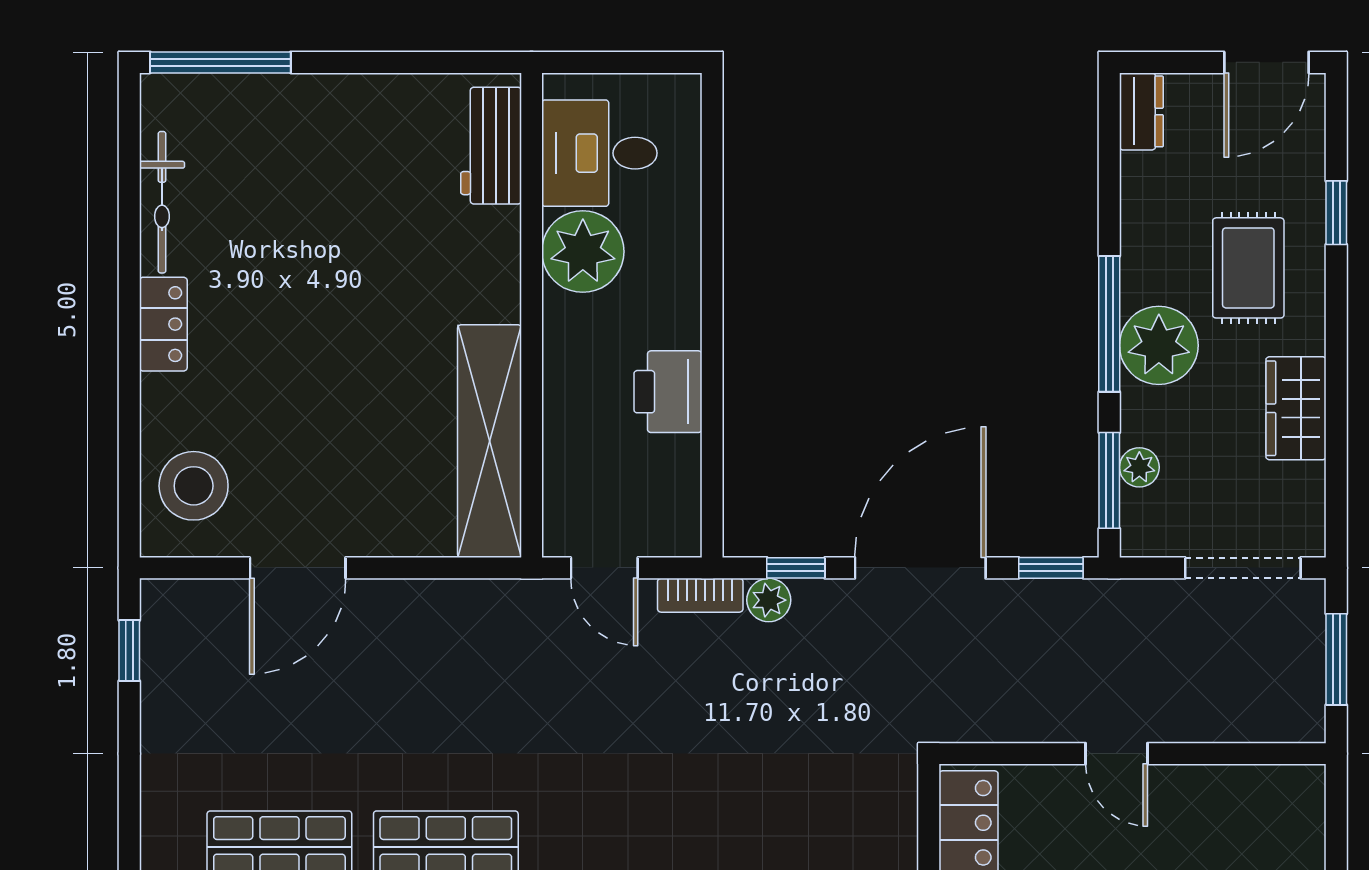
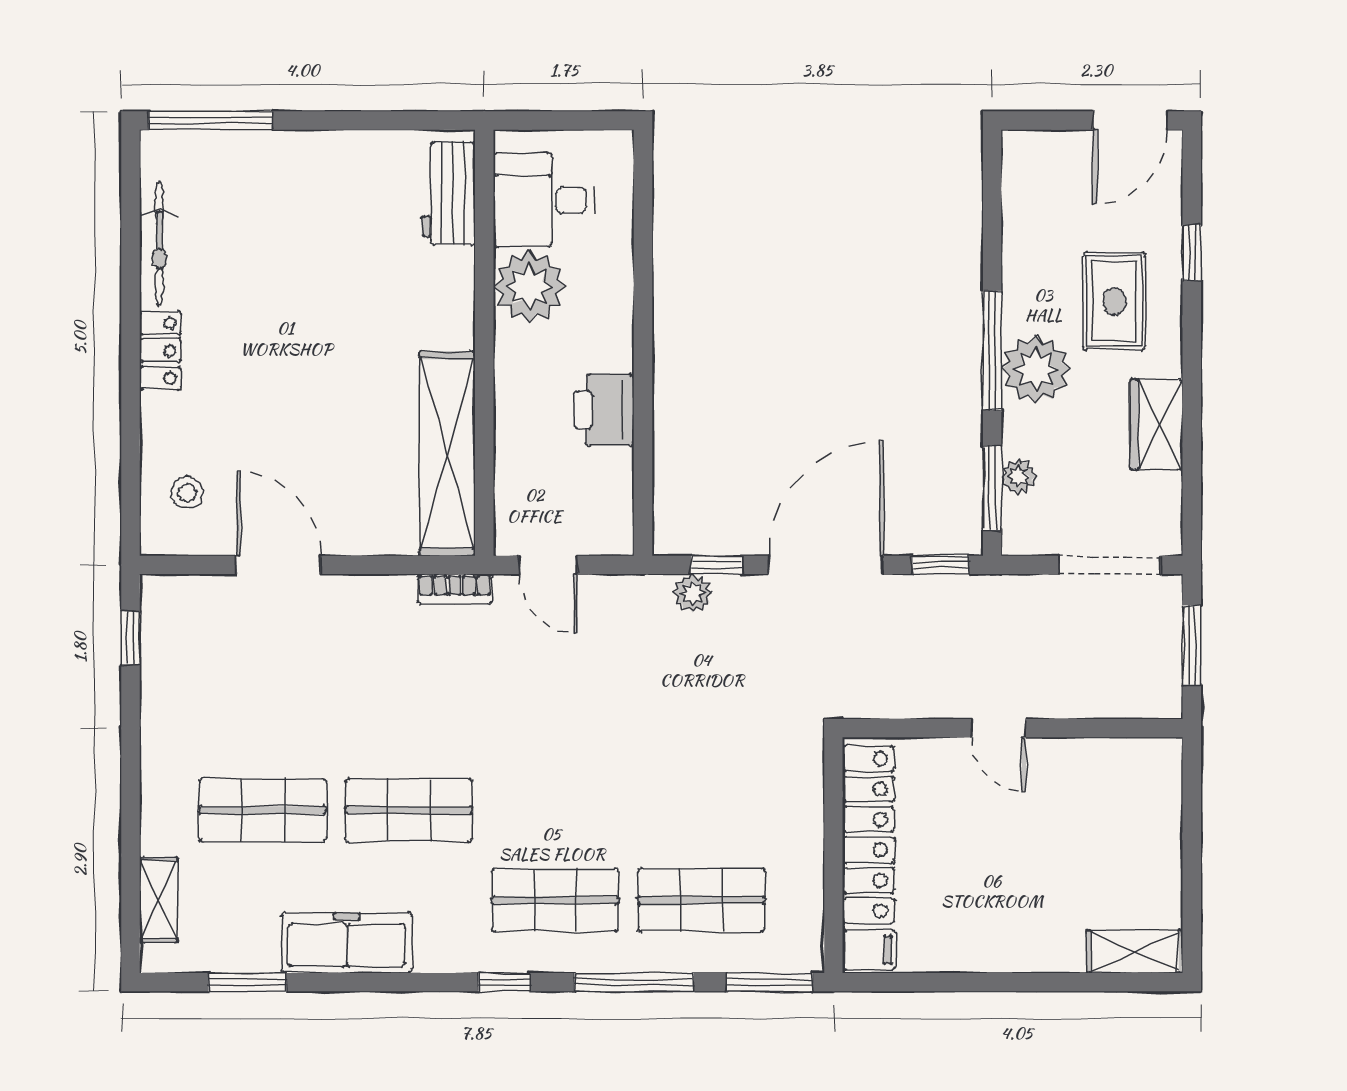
dresser: (1141, 111) -> (1020, 164), removed
stool: (194, 486) -> (187, 493), width x0.53, depth x0.53
door: (298, 568) -> (279, 565), swing flipped
bookcase: (700, 595) -> (455, 589), moved

